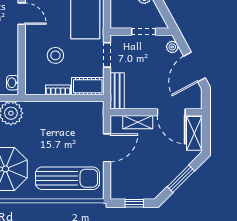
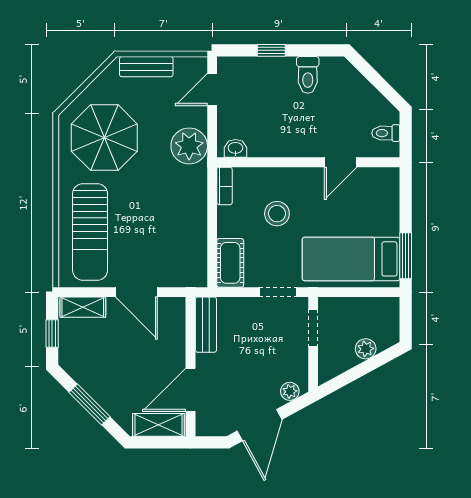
doorway: (144, 32) -> (313, 328), moved
door: (194, 67) -> (259, 425), swing flipped
bookcase: (58, 90) -> (224, 186), moved
bench: (117, 91) -> (206, 325), moved, turned 90
shelving: (138, 122) -> (83, 307), moved, turned 90

